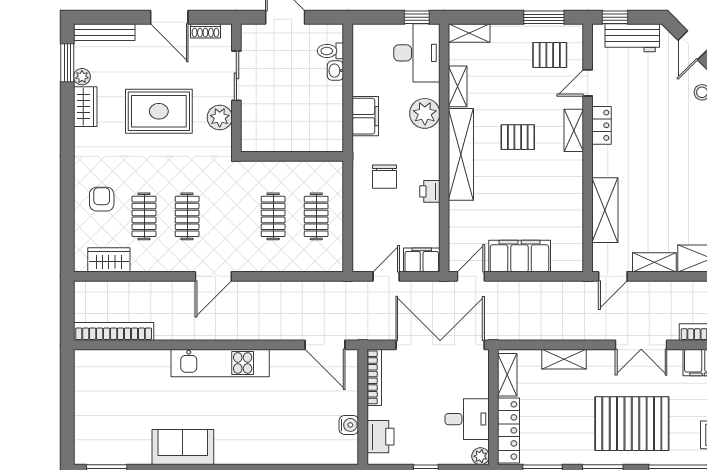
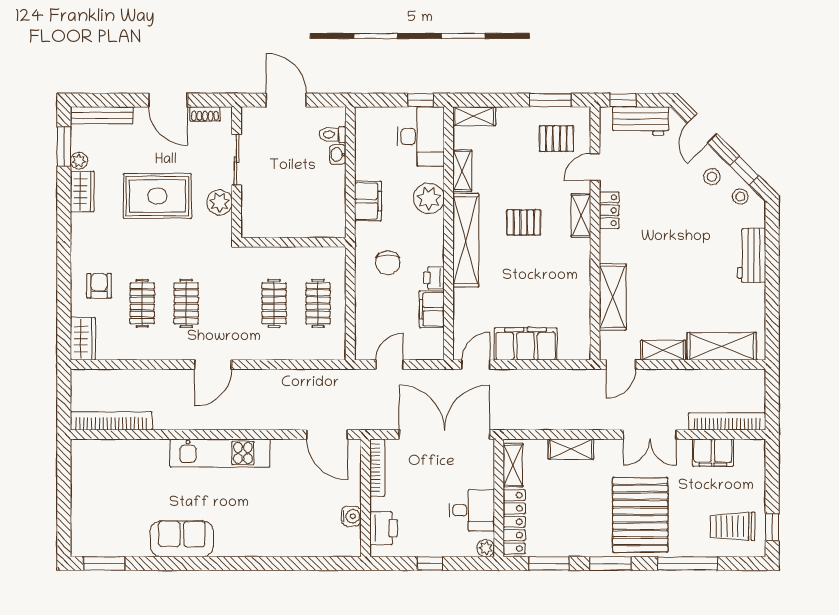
wardrobe: (109, 260) -> (83, 339), moved, turned 90
filing cabinet: (422, 260) -> (432, 309), moved, turned -90
pallet: (632, 424) -> (640, 515), turned 90

